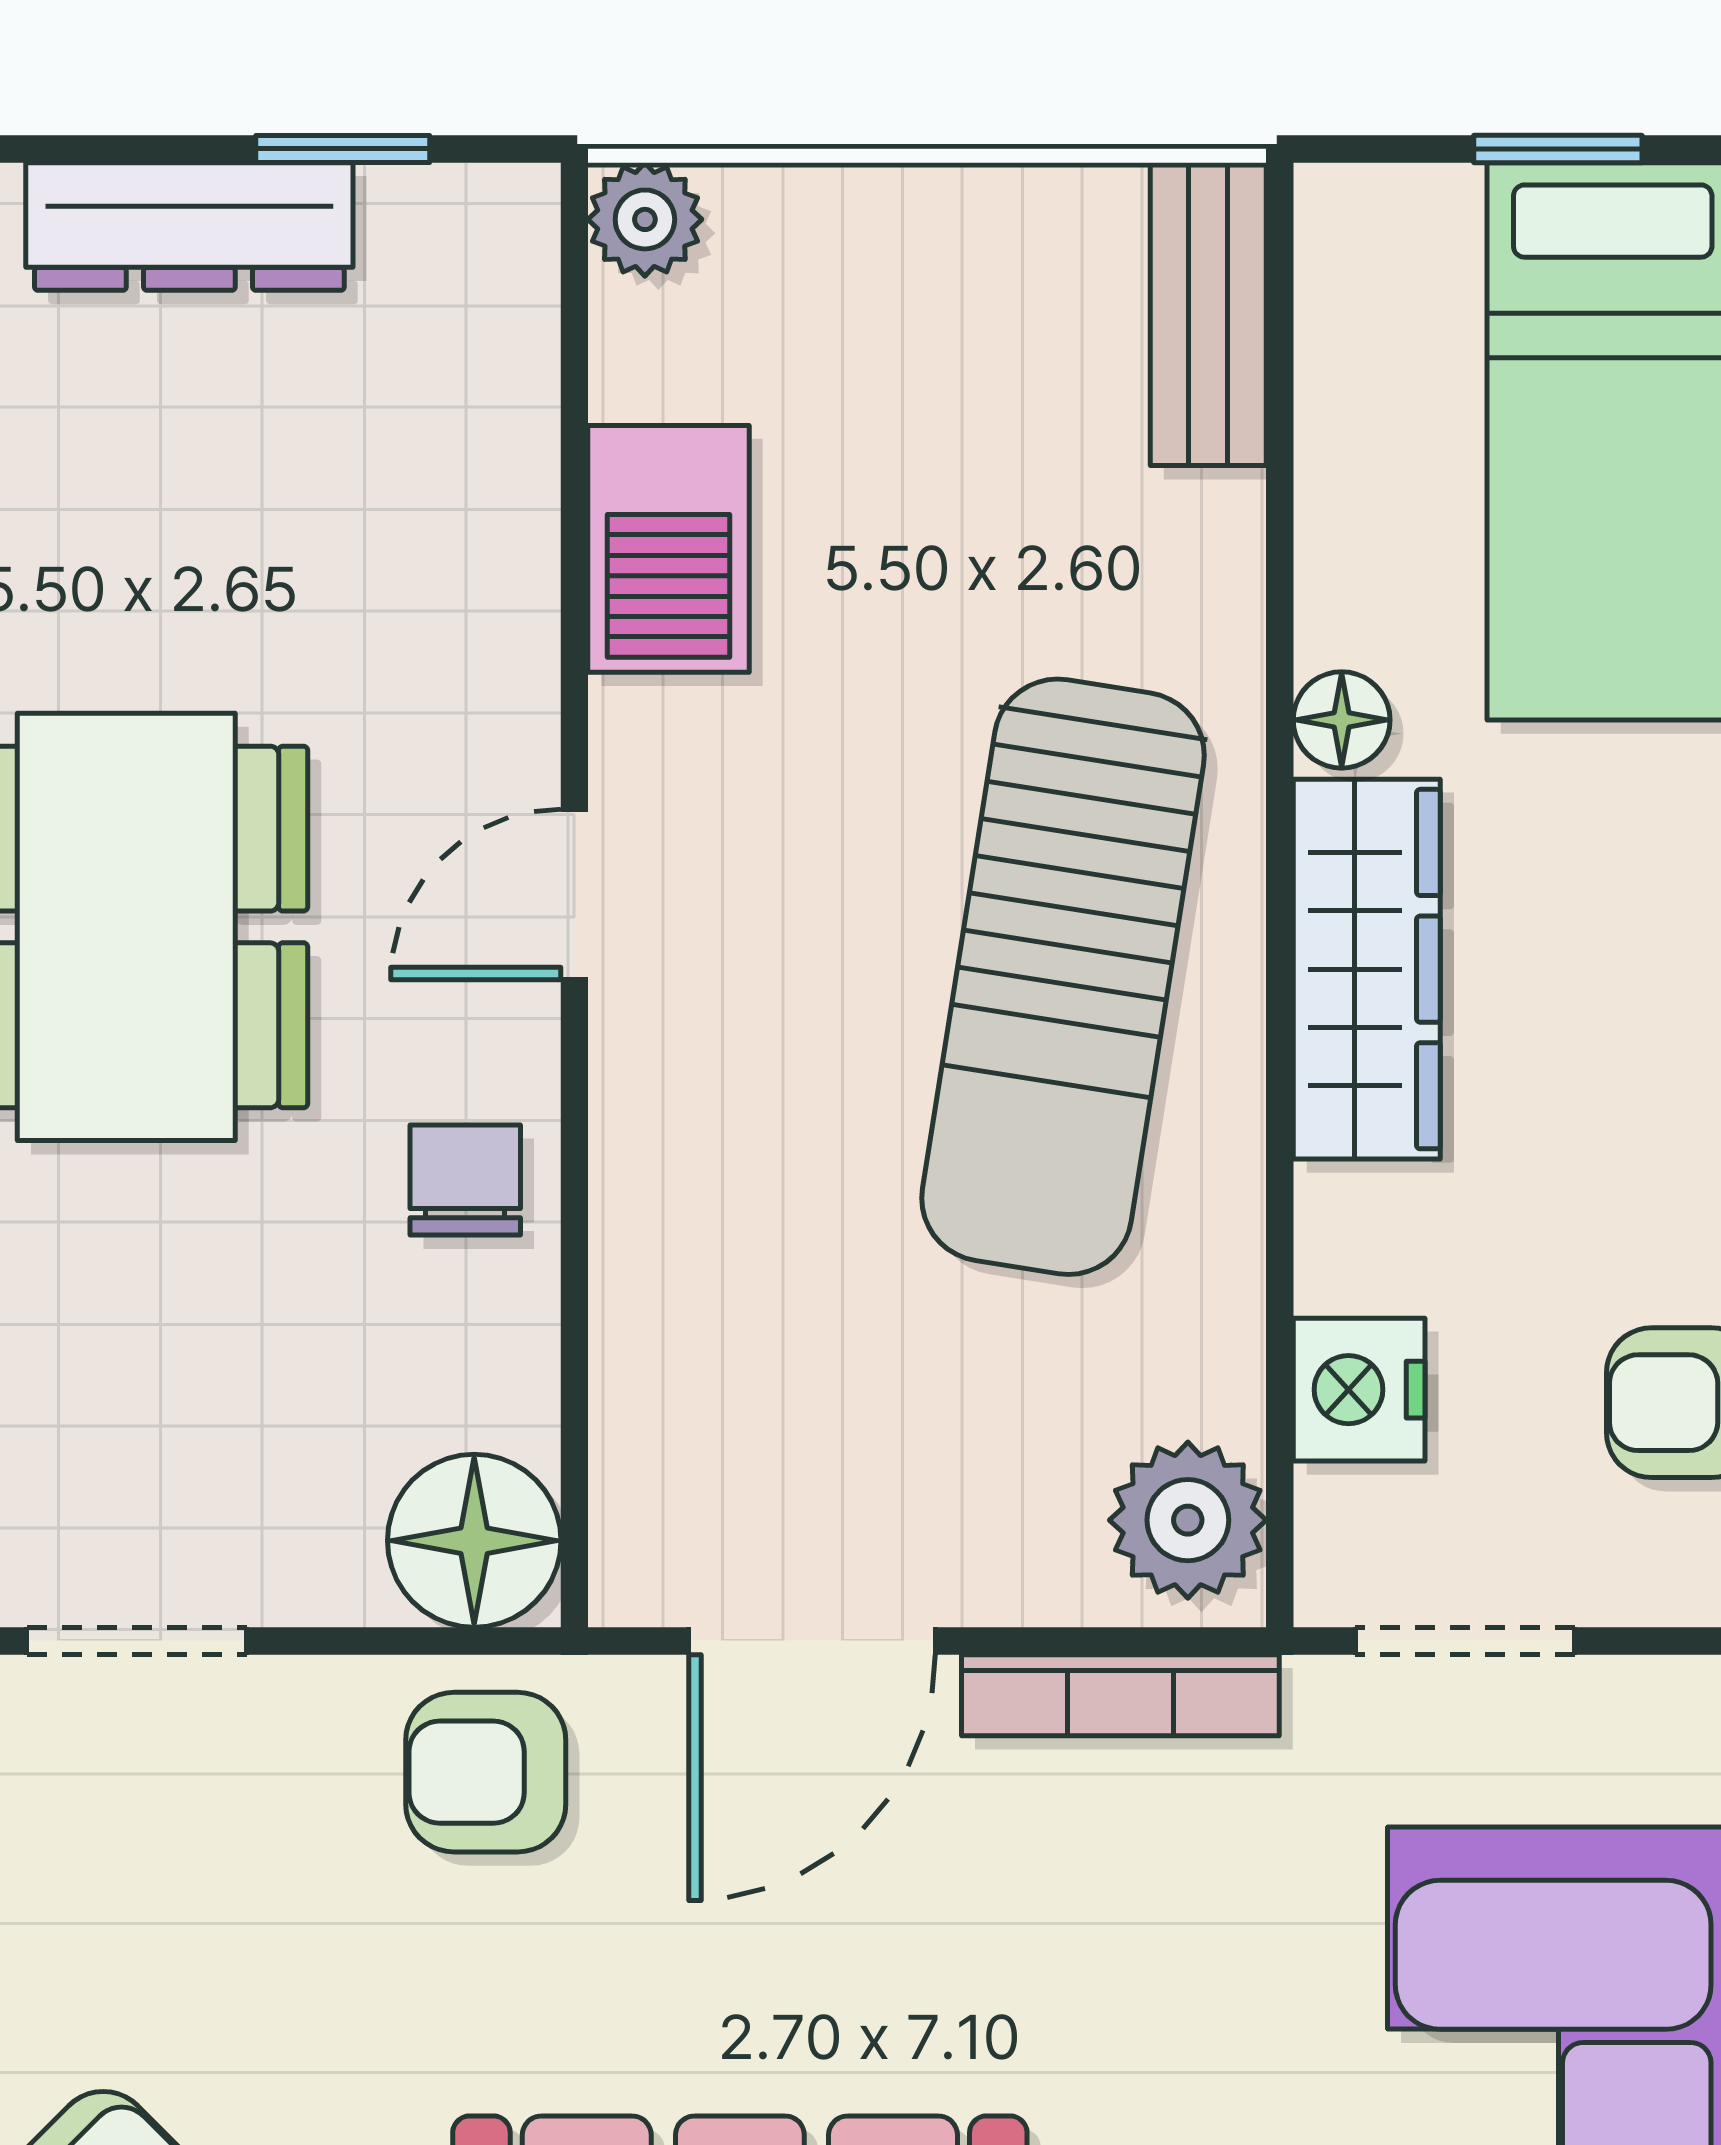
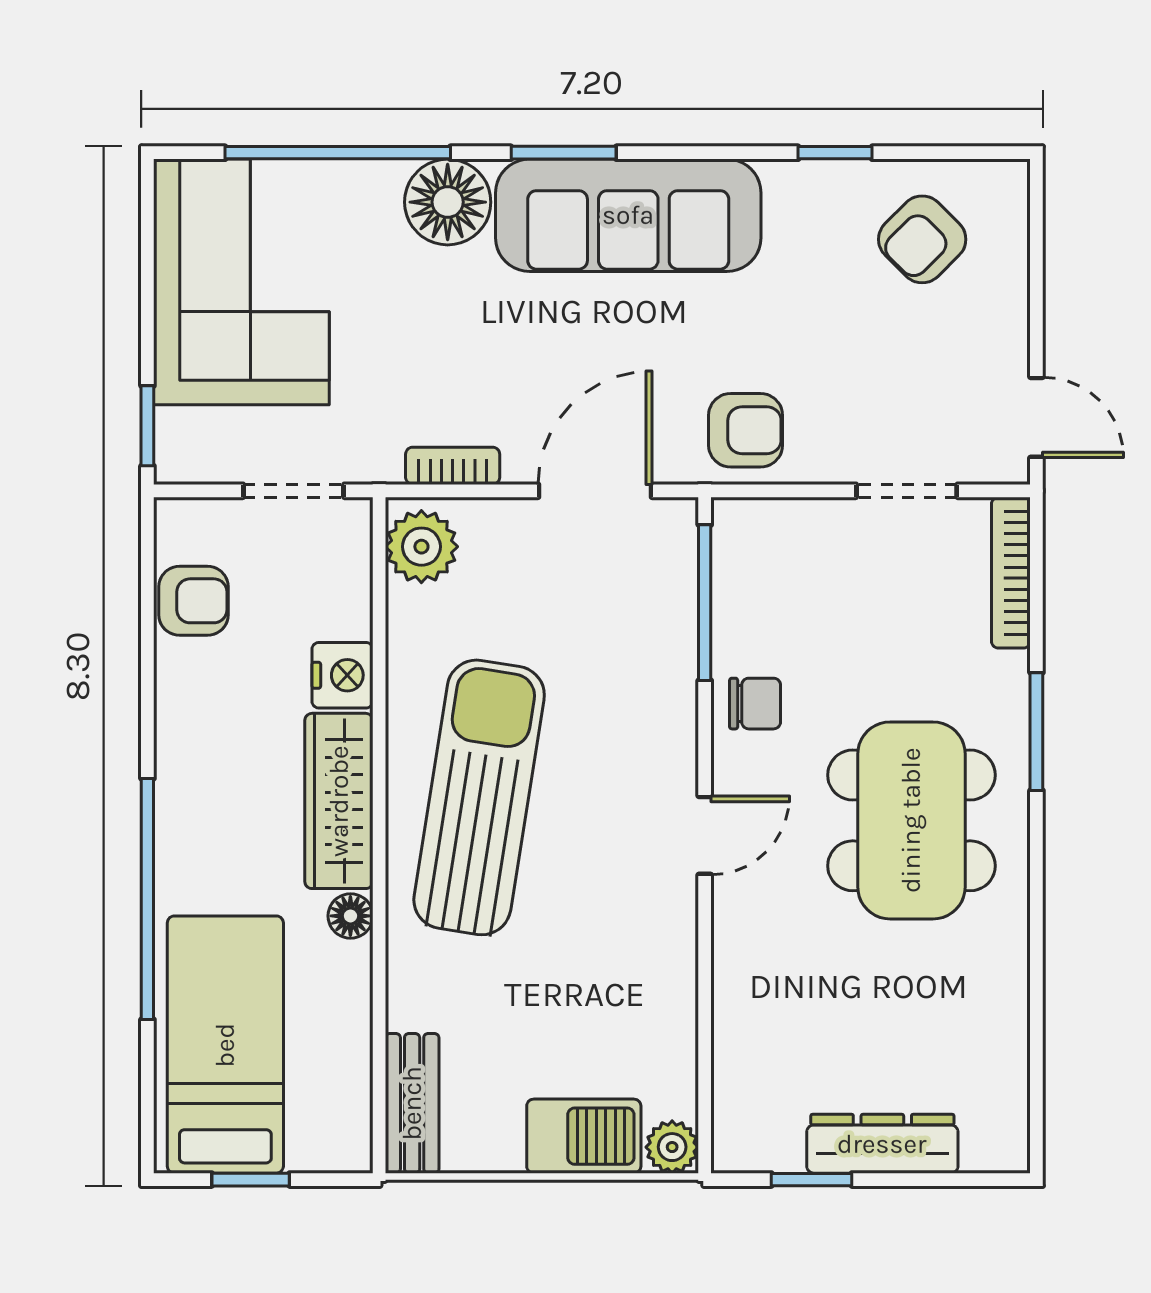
barbecue: (669, 549) -> (584, 1136), moved, turned 90
chair: (465, 1180) -> (755, 704), turned -90
nightstand: (1359, 1390) -> (342, 675), moved
window: (574, 1399) -> (705, 603), added
floor lamp: (474, 1541) -> (751, 537), removed
bookcase: (1120, 1695) -> (453, 466), width x0.64

